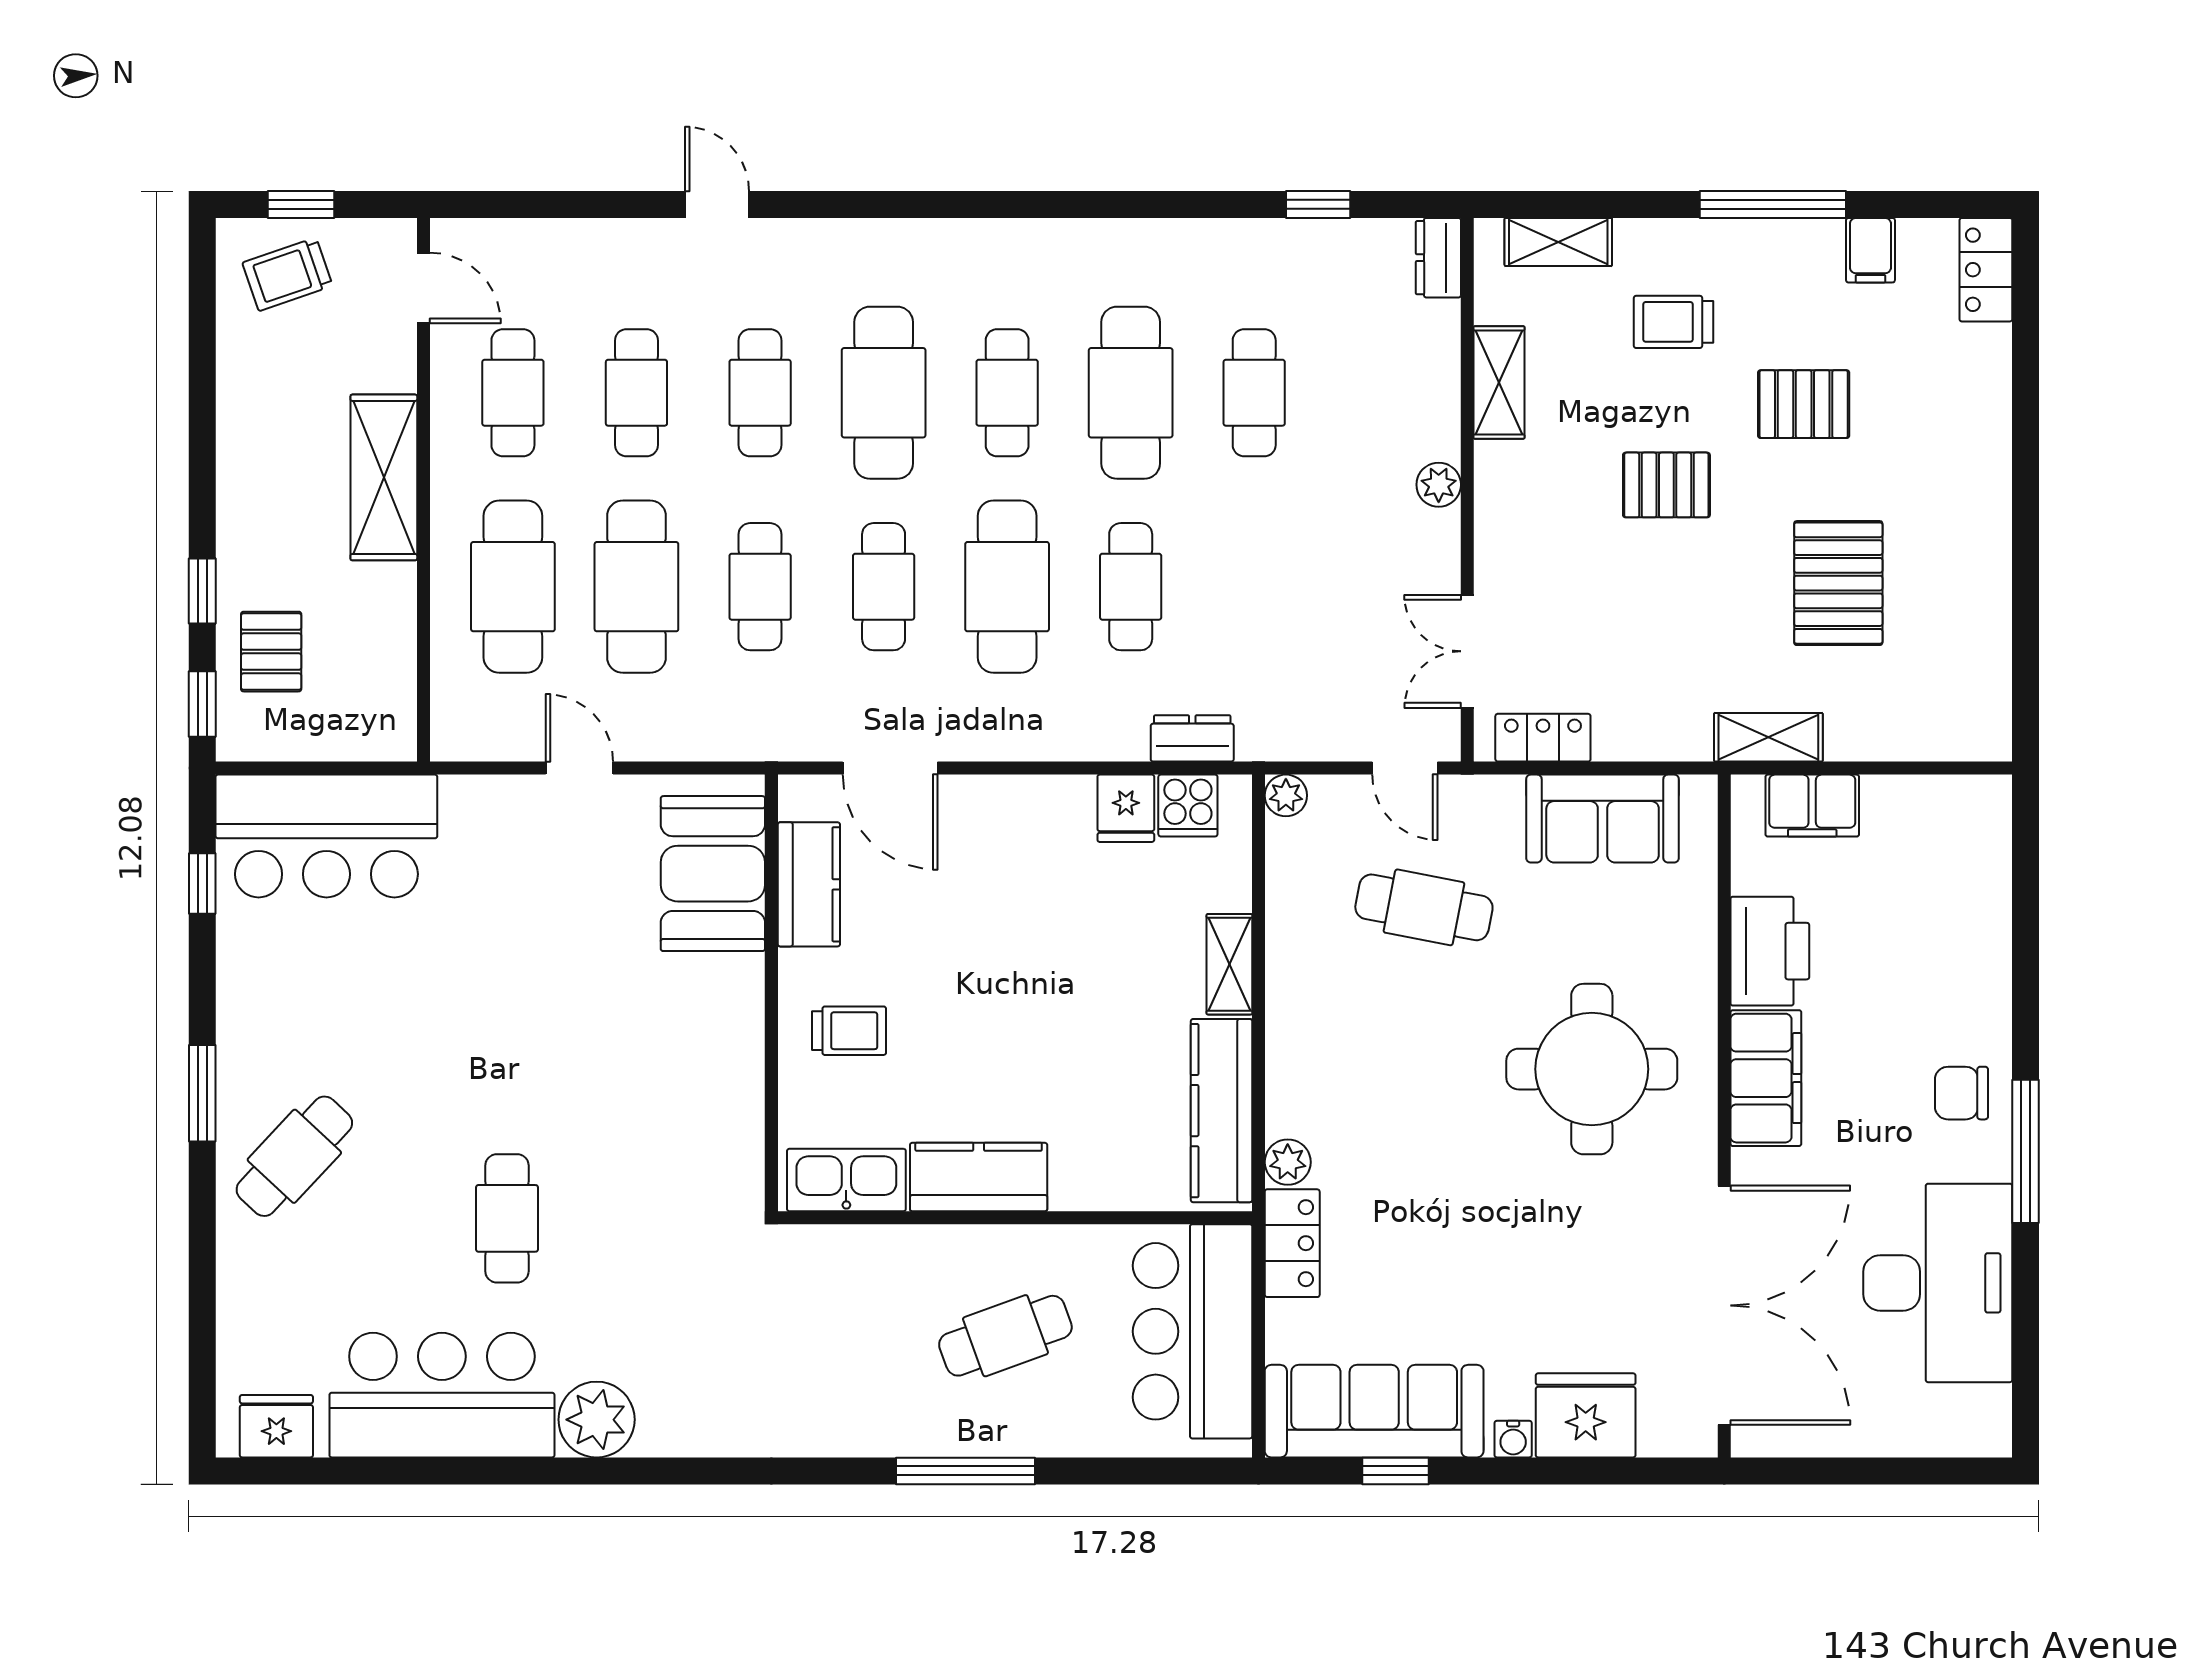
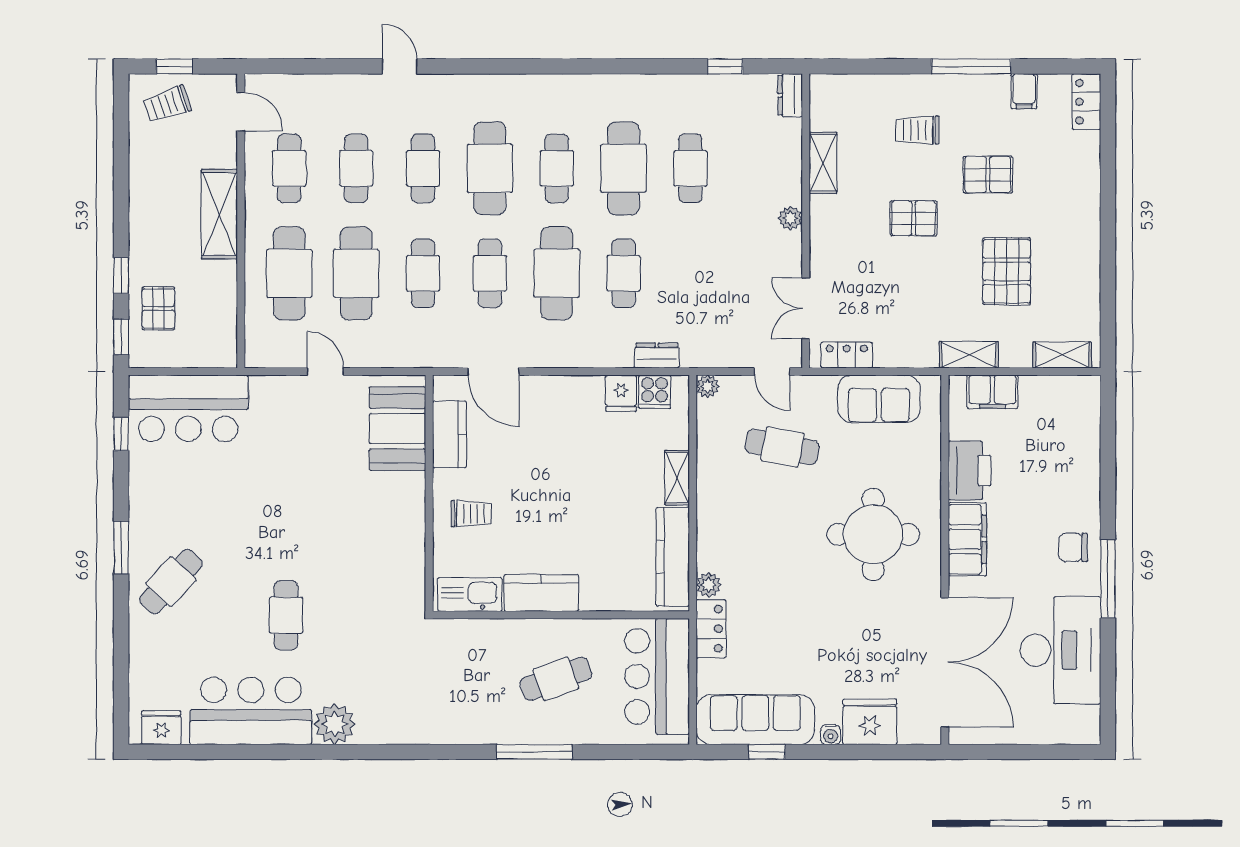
shelving: (1558, 242) -> (1062, 355), moved

